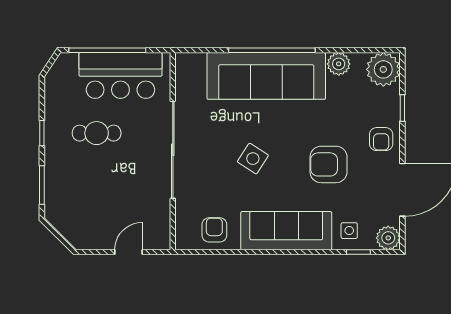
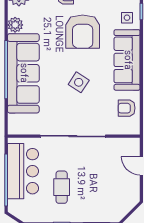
armchair: (329, 164) -> (83, 32), width x1.36, depth x1.36

